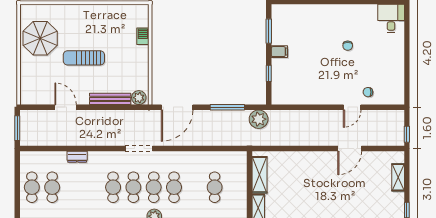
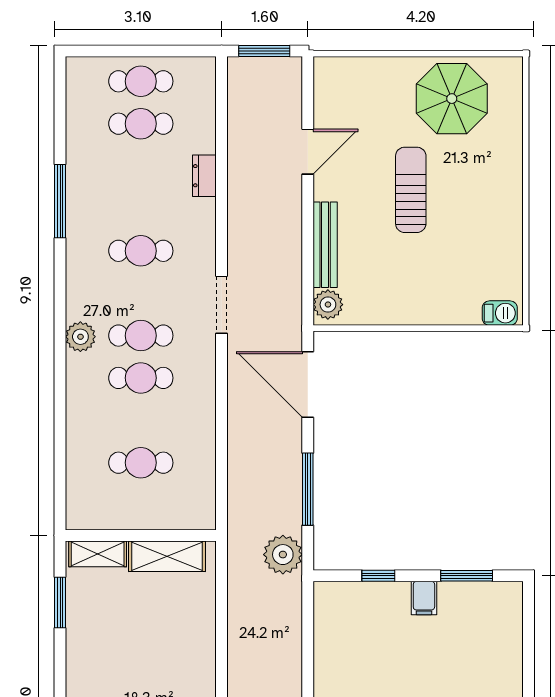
barbecue: (143, 36) -> (500, 313), moved
cafe table: (133, 187) -> (141, 293), removed

